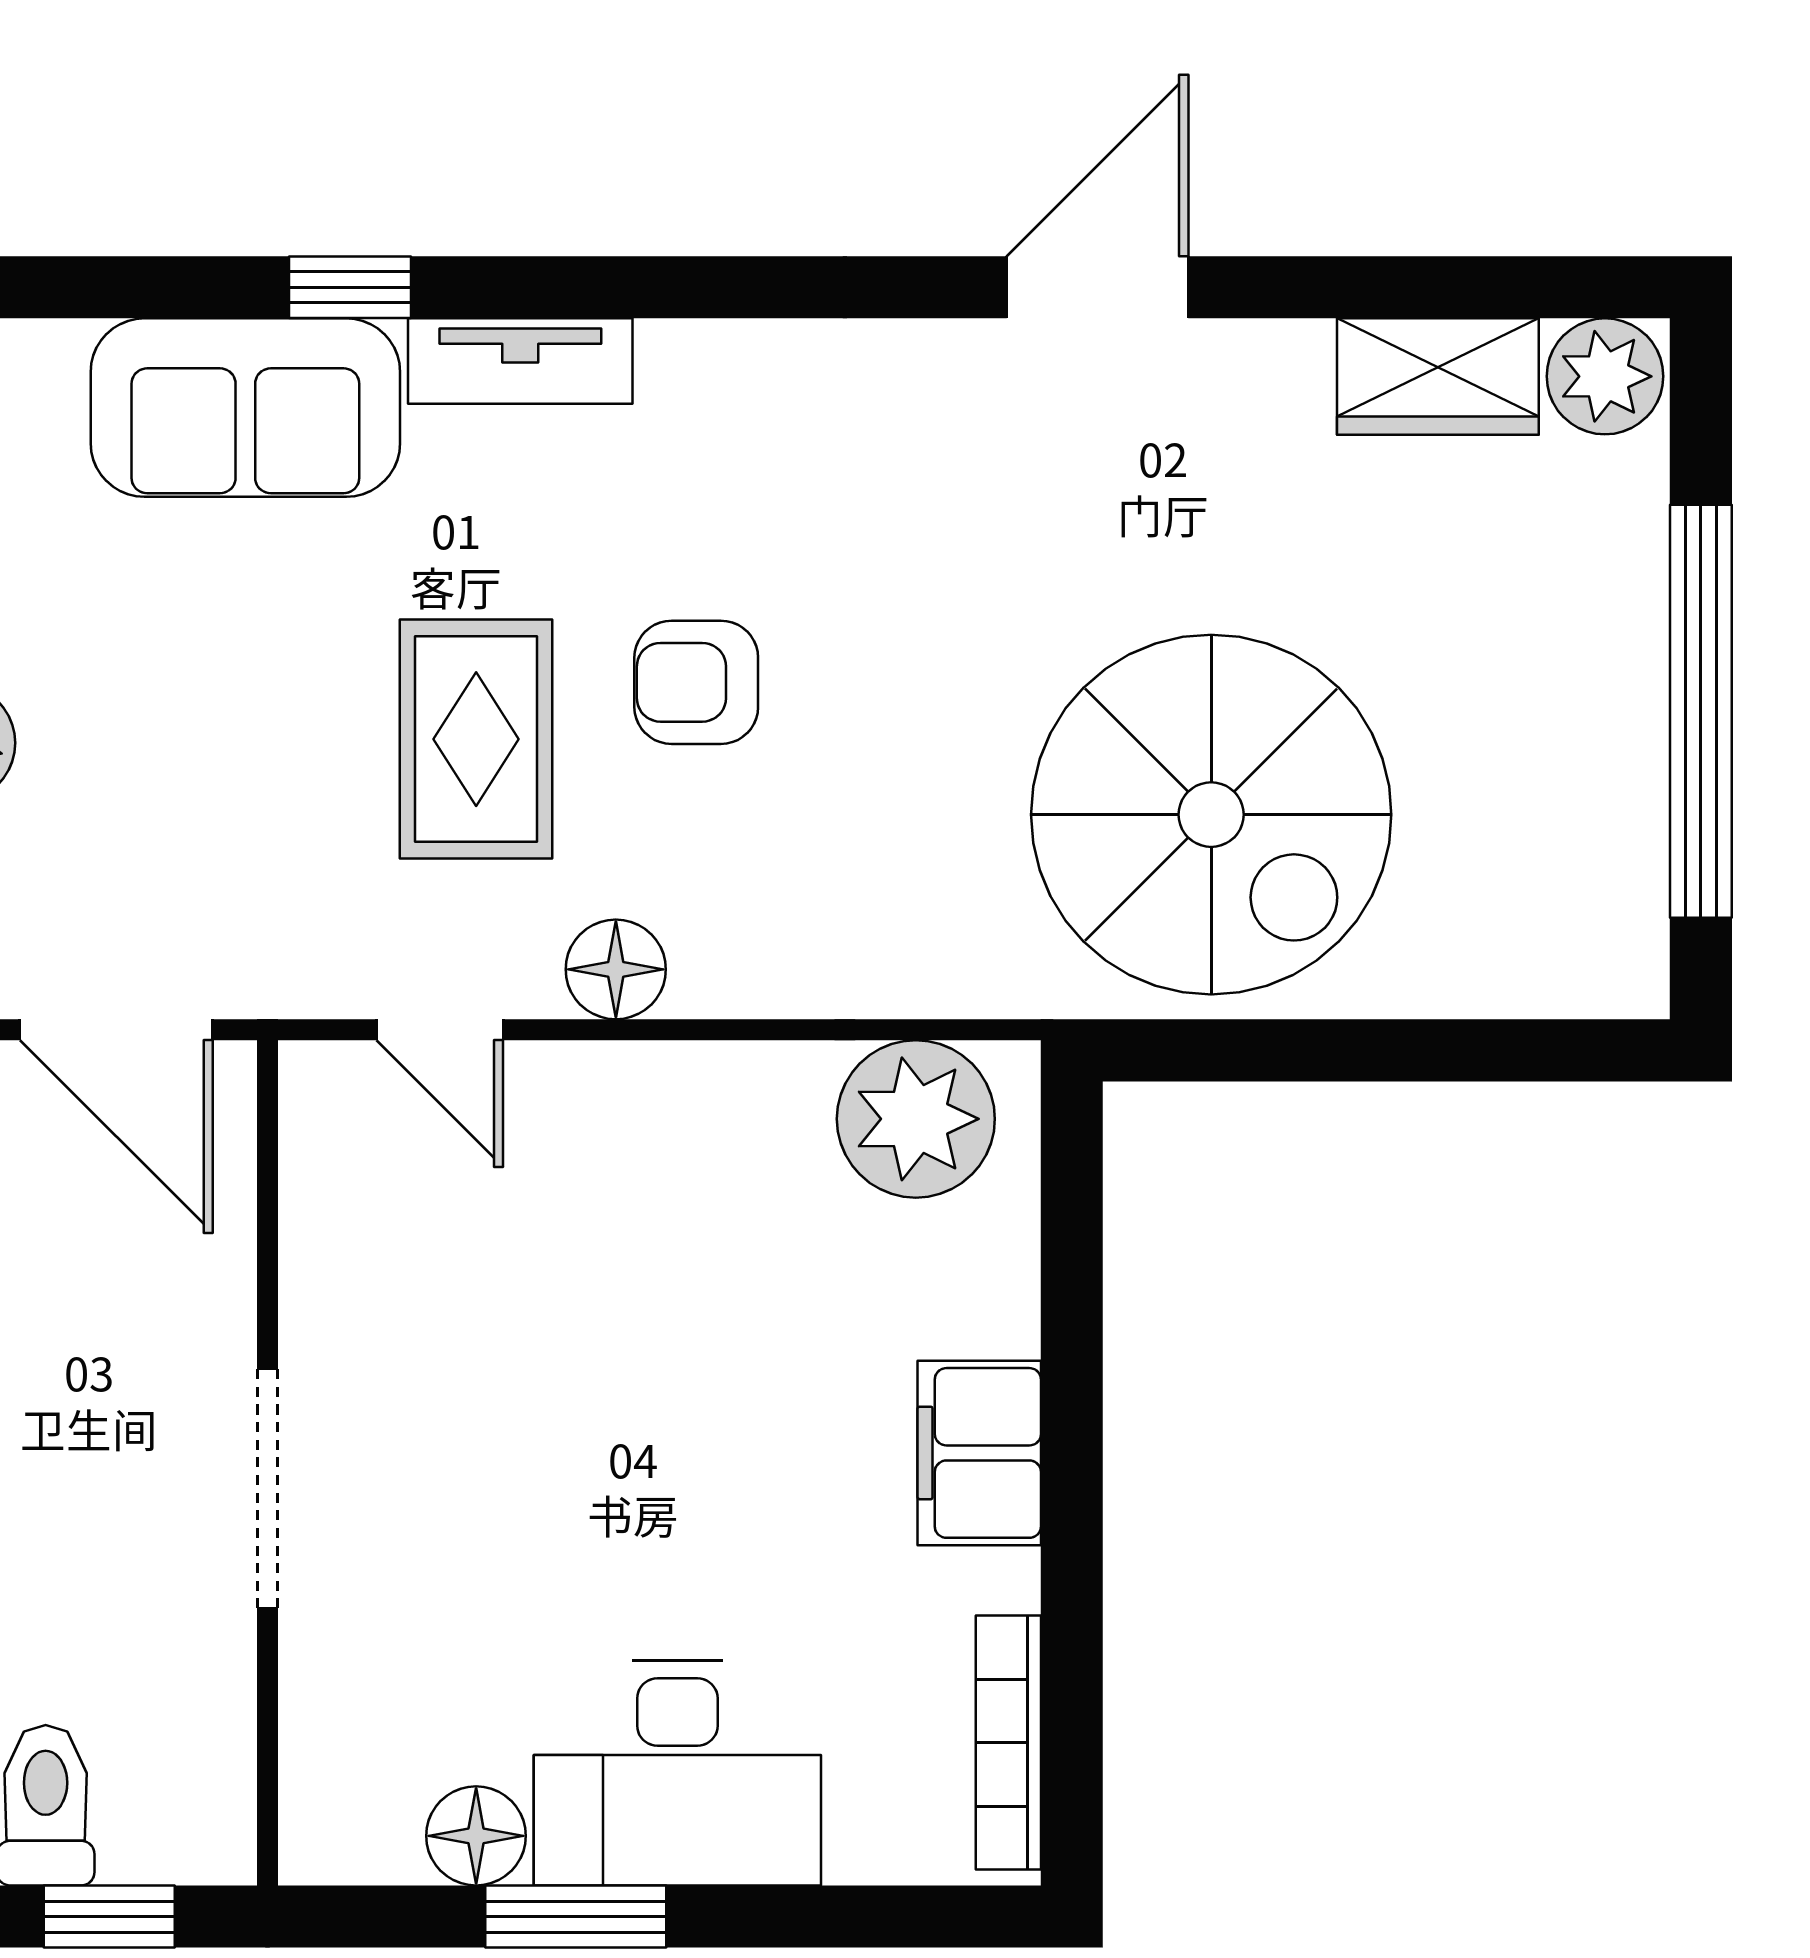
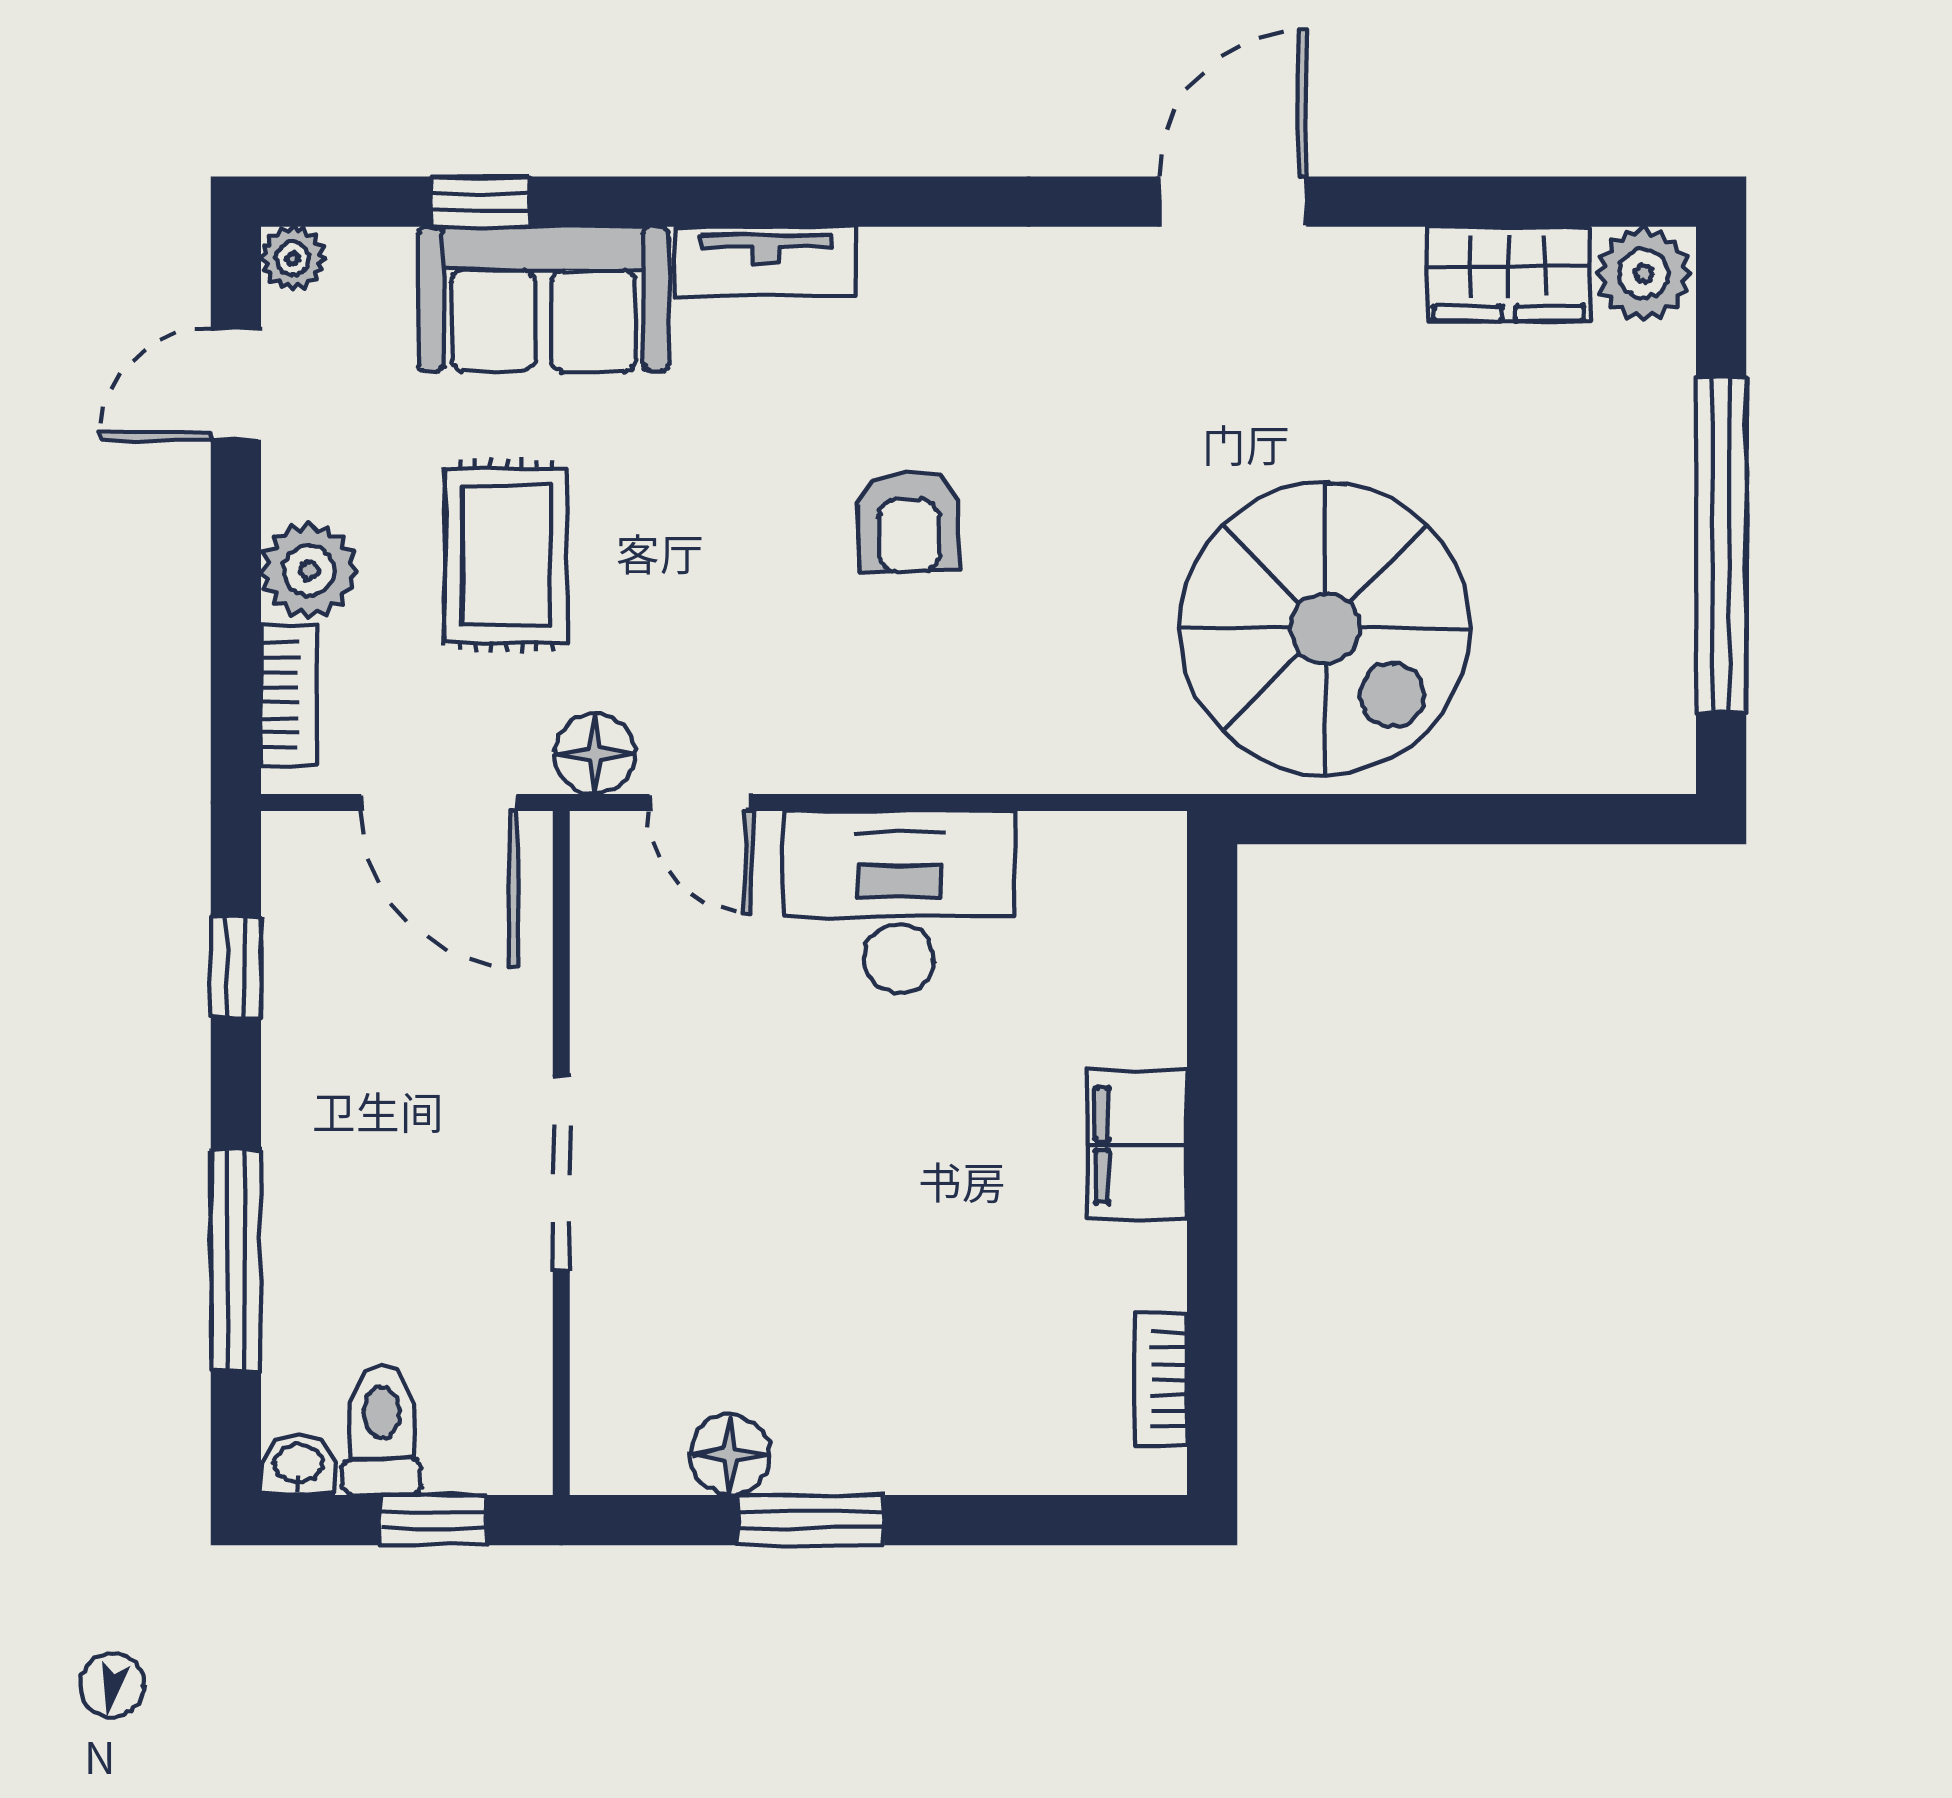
window: (350, 287) -> (481, 202), moved
armchair: (696, 682) -> (908, 521), turned -92
rug: (476, 739) -> (506, 555), moved
floor lamp: (616, 969) -> (595, 754), moved
plant: (916, 1119) -> (1086, 875), removed
bookcase: (1008, 1743) -> (1161, 1379), width x0.64
desk: (677, 1773) -> (899, 902), moved, turned 180

